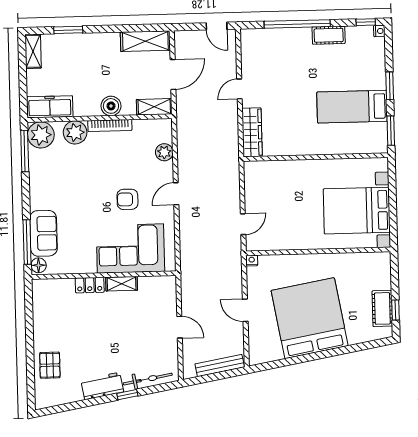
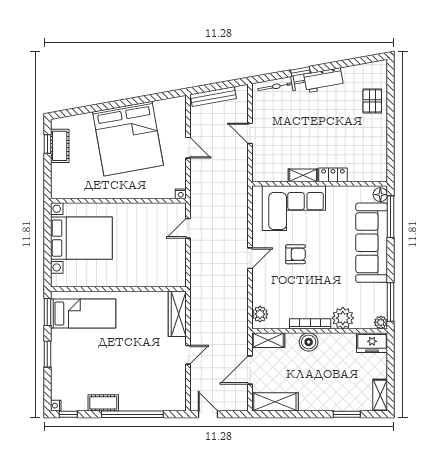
freezer: (50, 107) -> (372, 343), width x0.71
bed: (352, 107) -> (83, 314), moved
plant: (41, 135) -> (381, 322), width x0.53, depth x0.53
plant: (164, 152) -> (260, 314), moved
sofa: (43, 233) -> (372, 243), width x1.85, depth x1.27

